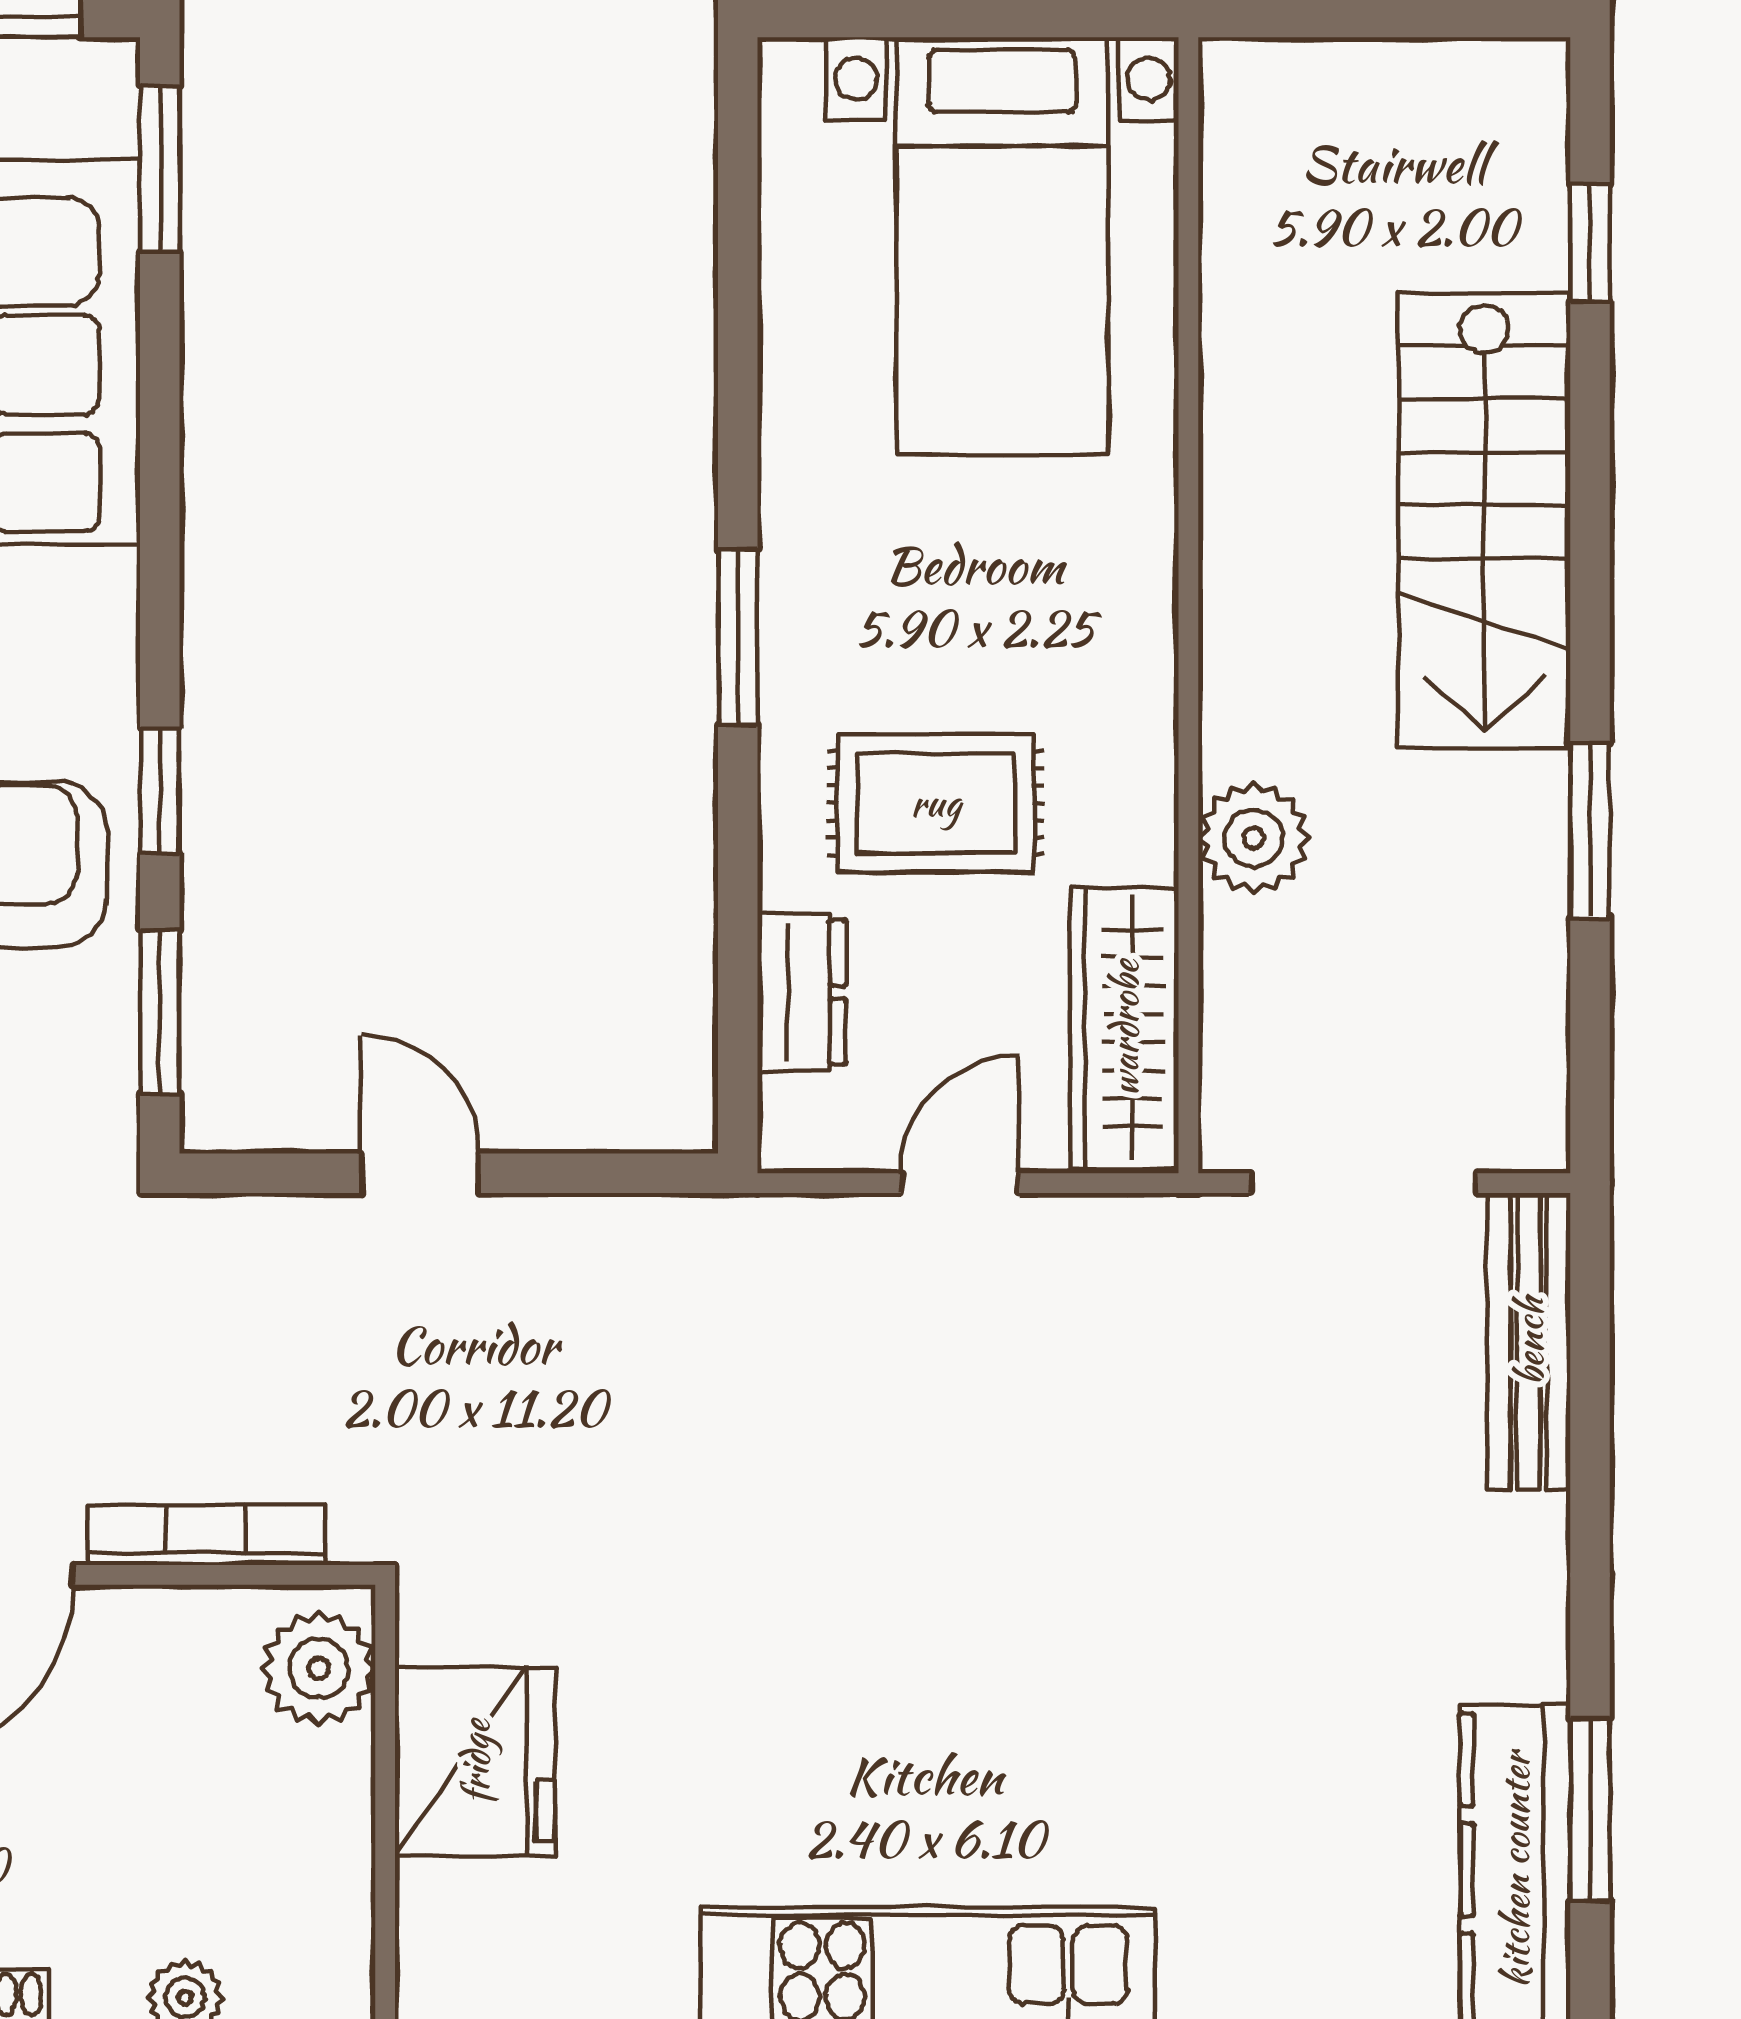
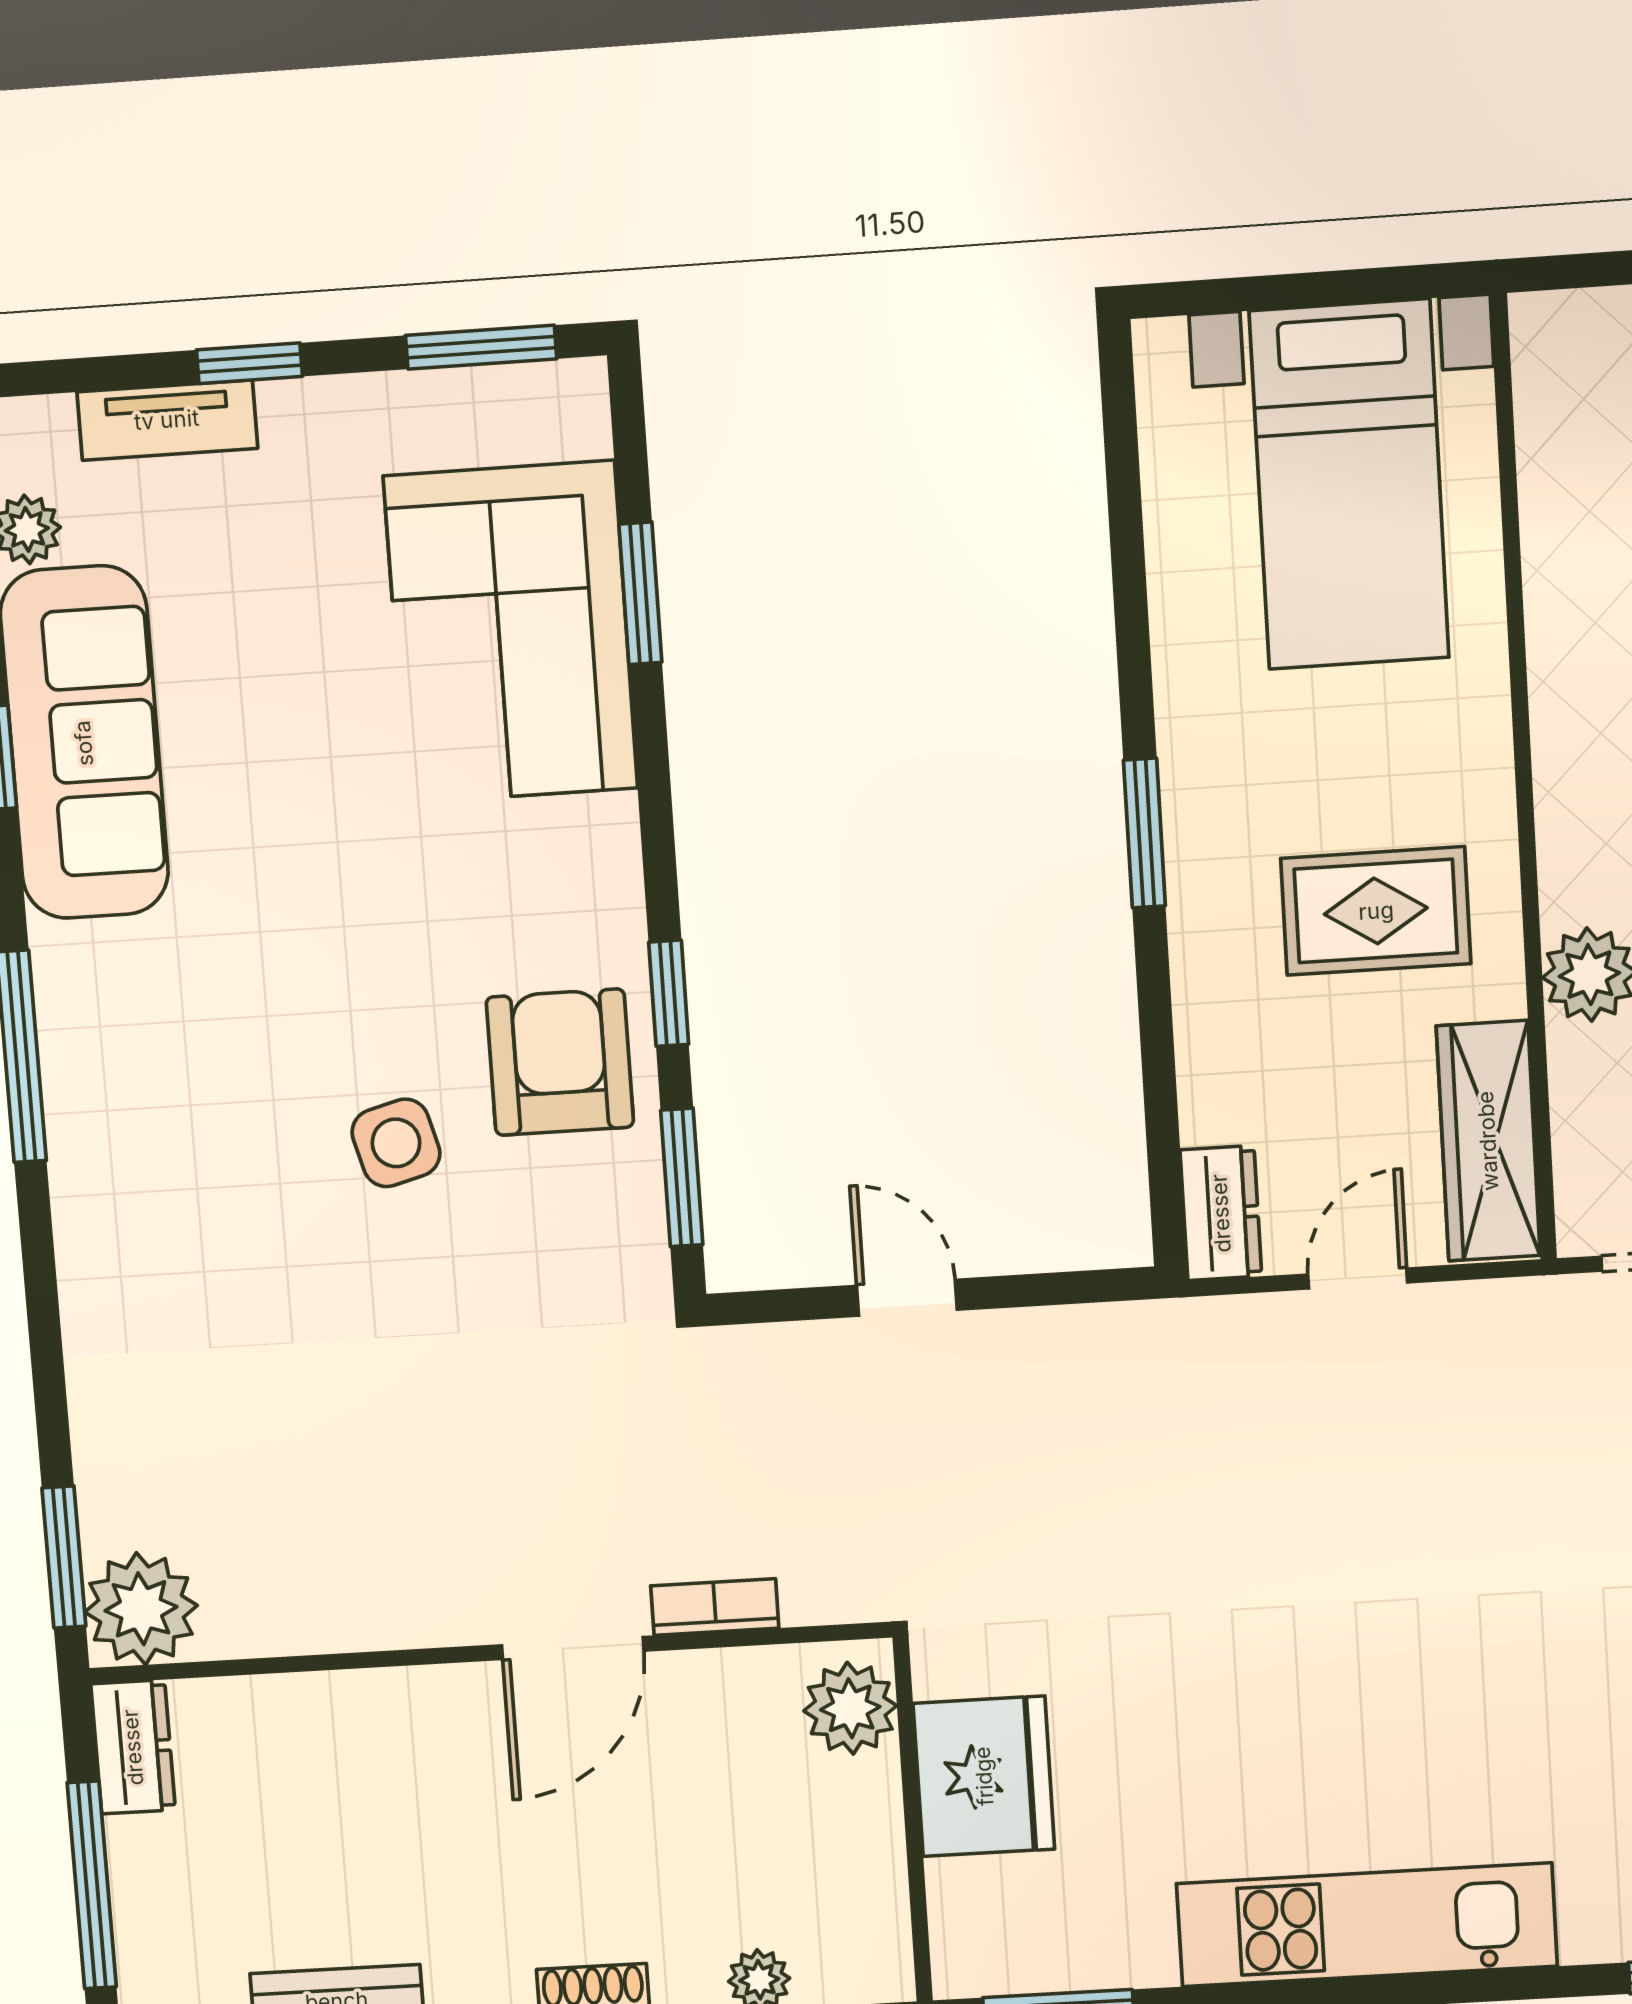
window: (160, 169) -> (640, 593), moved
rug: (936, 803) -> (1376, 911), moved
dresser: (802, 992) -> (1221, 1213), moved
bookcase: (206, 1535) -> (715, 1607), width x0.64

